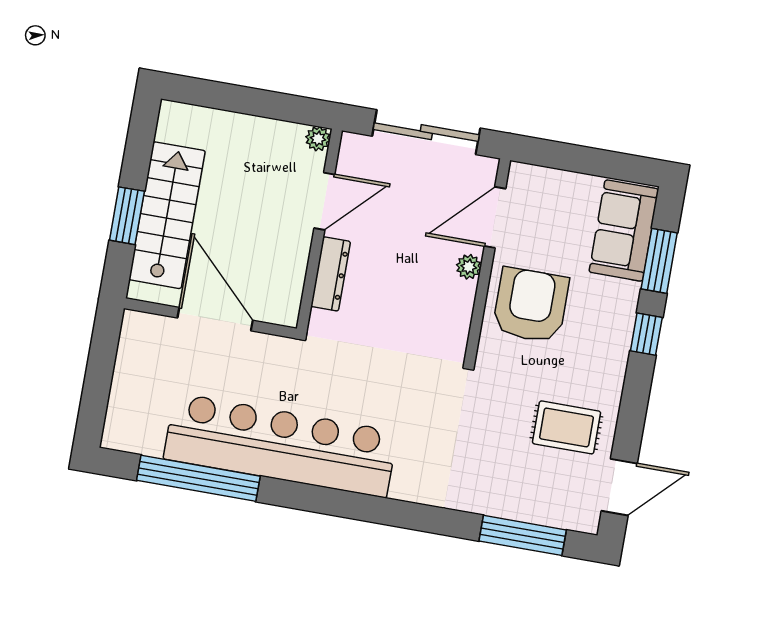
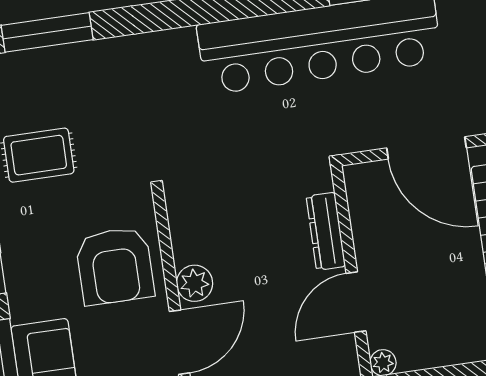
plant: (469, 267) -> (195, 283), width x1.38, depth x1.38

